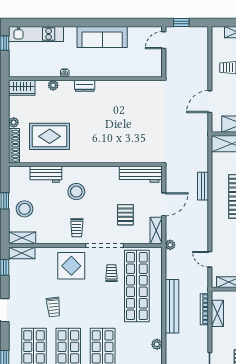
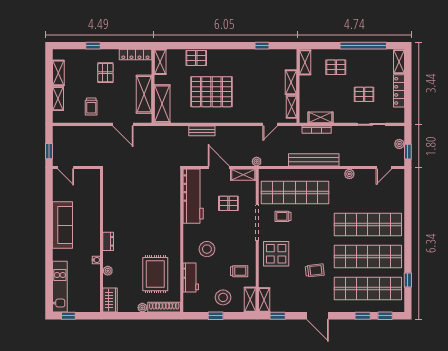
workbench: (141, 174) -> (193, 196), width x1.36, depth x1.32
trolley: (77, 228) -> (239, 271), moved

